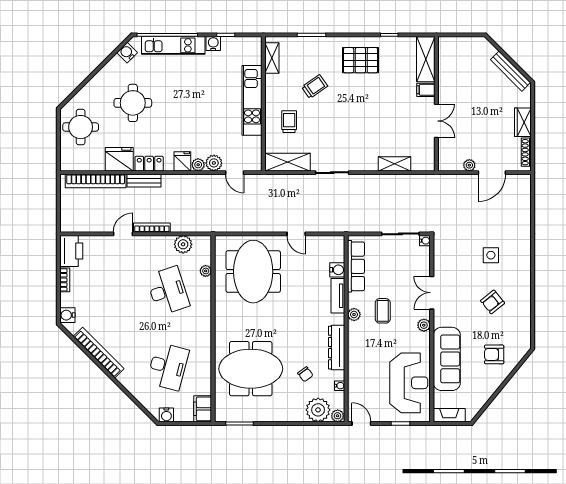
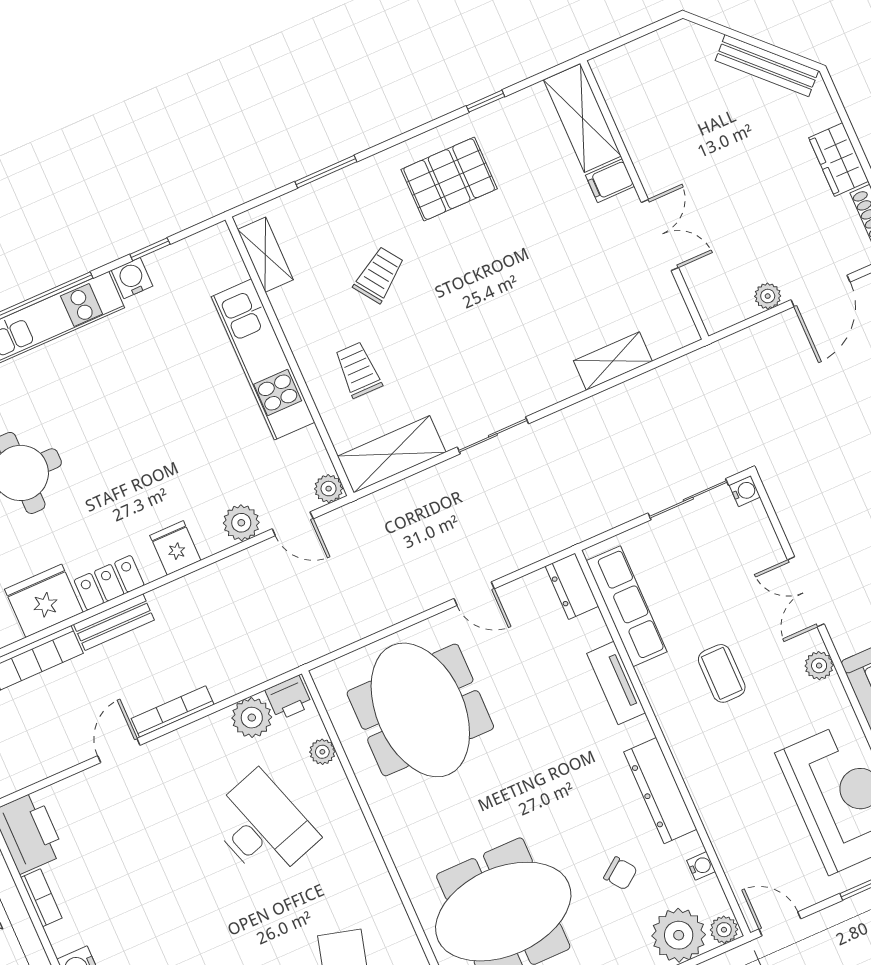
plant: (198, 165) -> (329, 489), moved
printer: (202, 243) -> (289, 698), added
dresser: (337, 248) -> (572, 586), added
water cooler: (337, 270) -> (591, 630), removed
plant: (354, 315) -> (666, 707), removed

